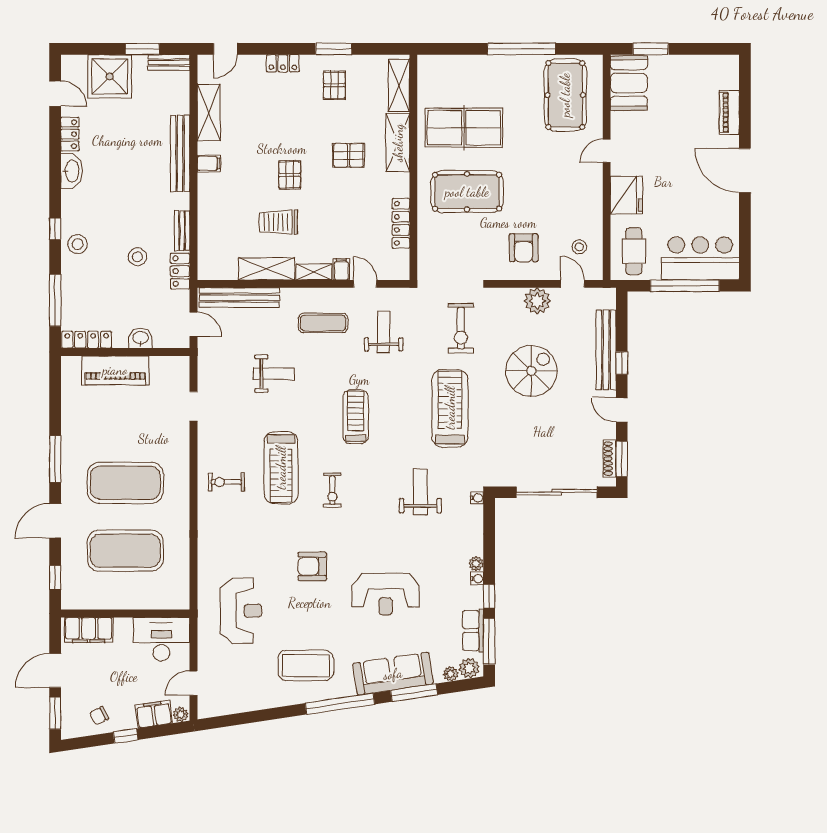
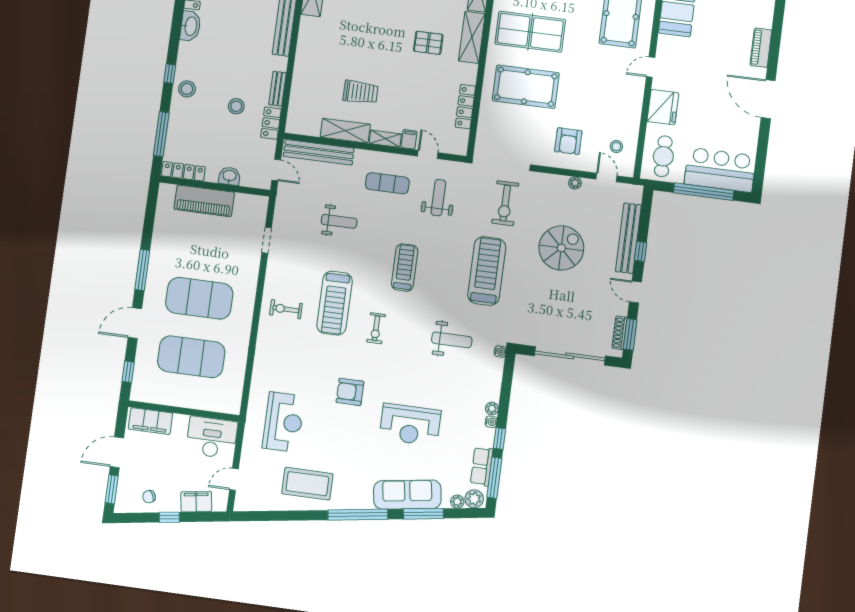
filing cabinet: (209, 163) -> (308, 35), removed
pallet: (290, 175) -> (376, 53), removed
trolley: (278, 222) -> (361, 92), turned 180
plant: (537, 301) -> (575, 183), width x0.53, depth x0.53
weight bench: (420, 492) -> (452, 340), turned 90
coffee table: (306, 666) -> (307, 484), moved
plant: (181, 714) -> (219, 505), removed

